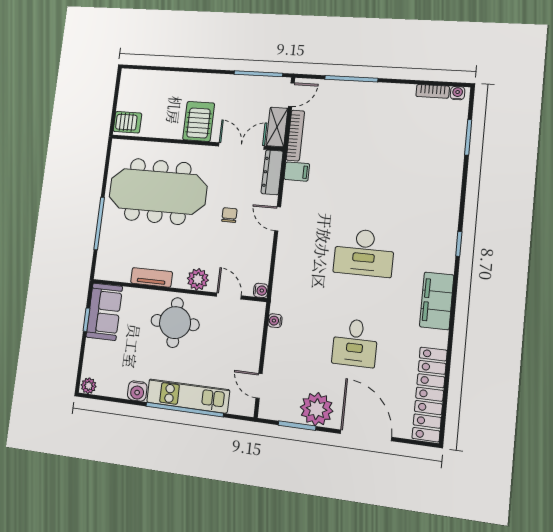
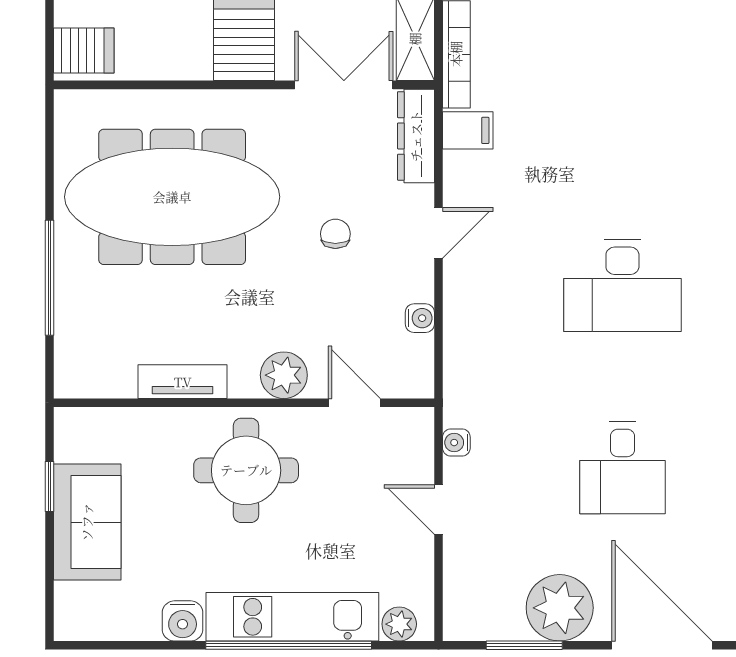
door: (278, 219) -> (438, 233), swing flipped
water cooler: (261, 290) -> (420, 318), moved
sofa: (104, 312) -> (87, 522), moved
plant: (89, 386) -> (399, 624), moved
door: (259, 386) -> (438, 509), moved

